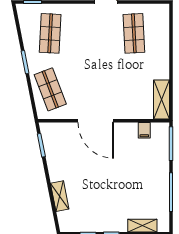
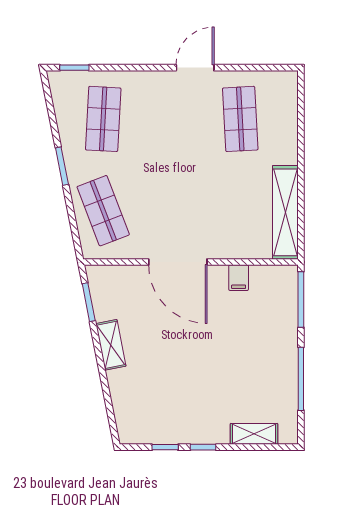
shelving: (162, 99) -> (285, 212), width x1.47
filing cabinet: (144, 130) -> (239, 278), moved
shelving: (60, 196) -> (111, 345), moved

